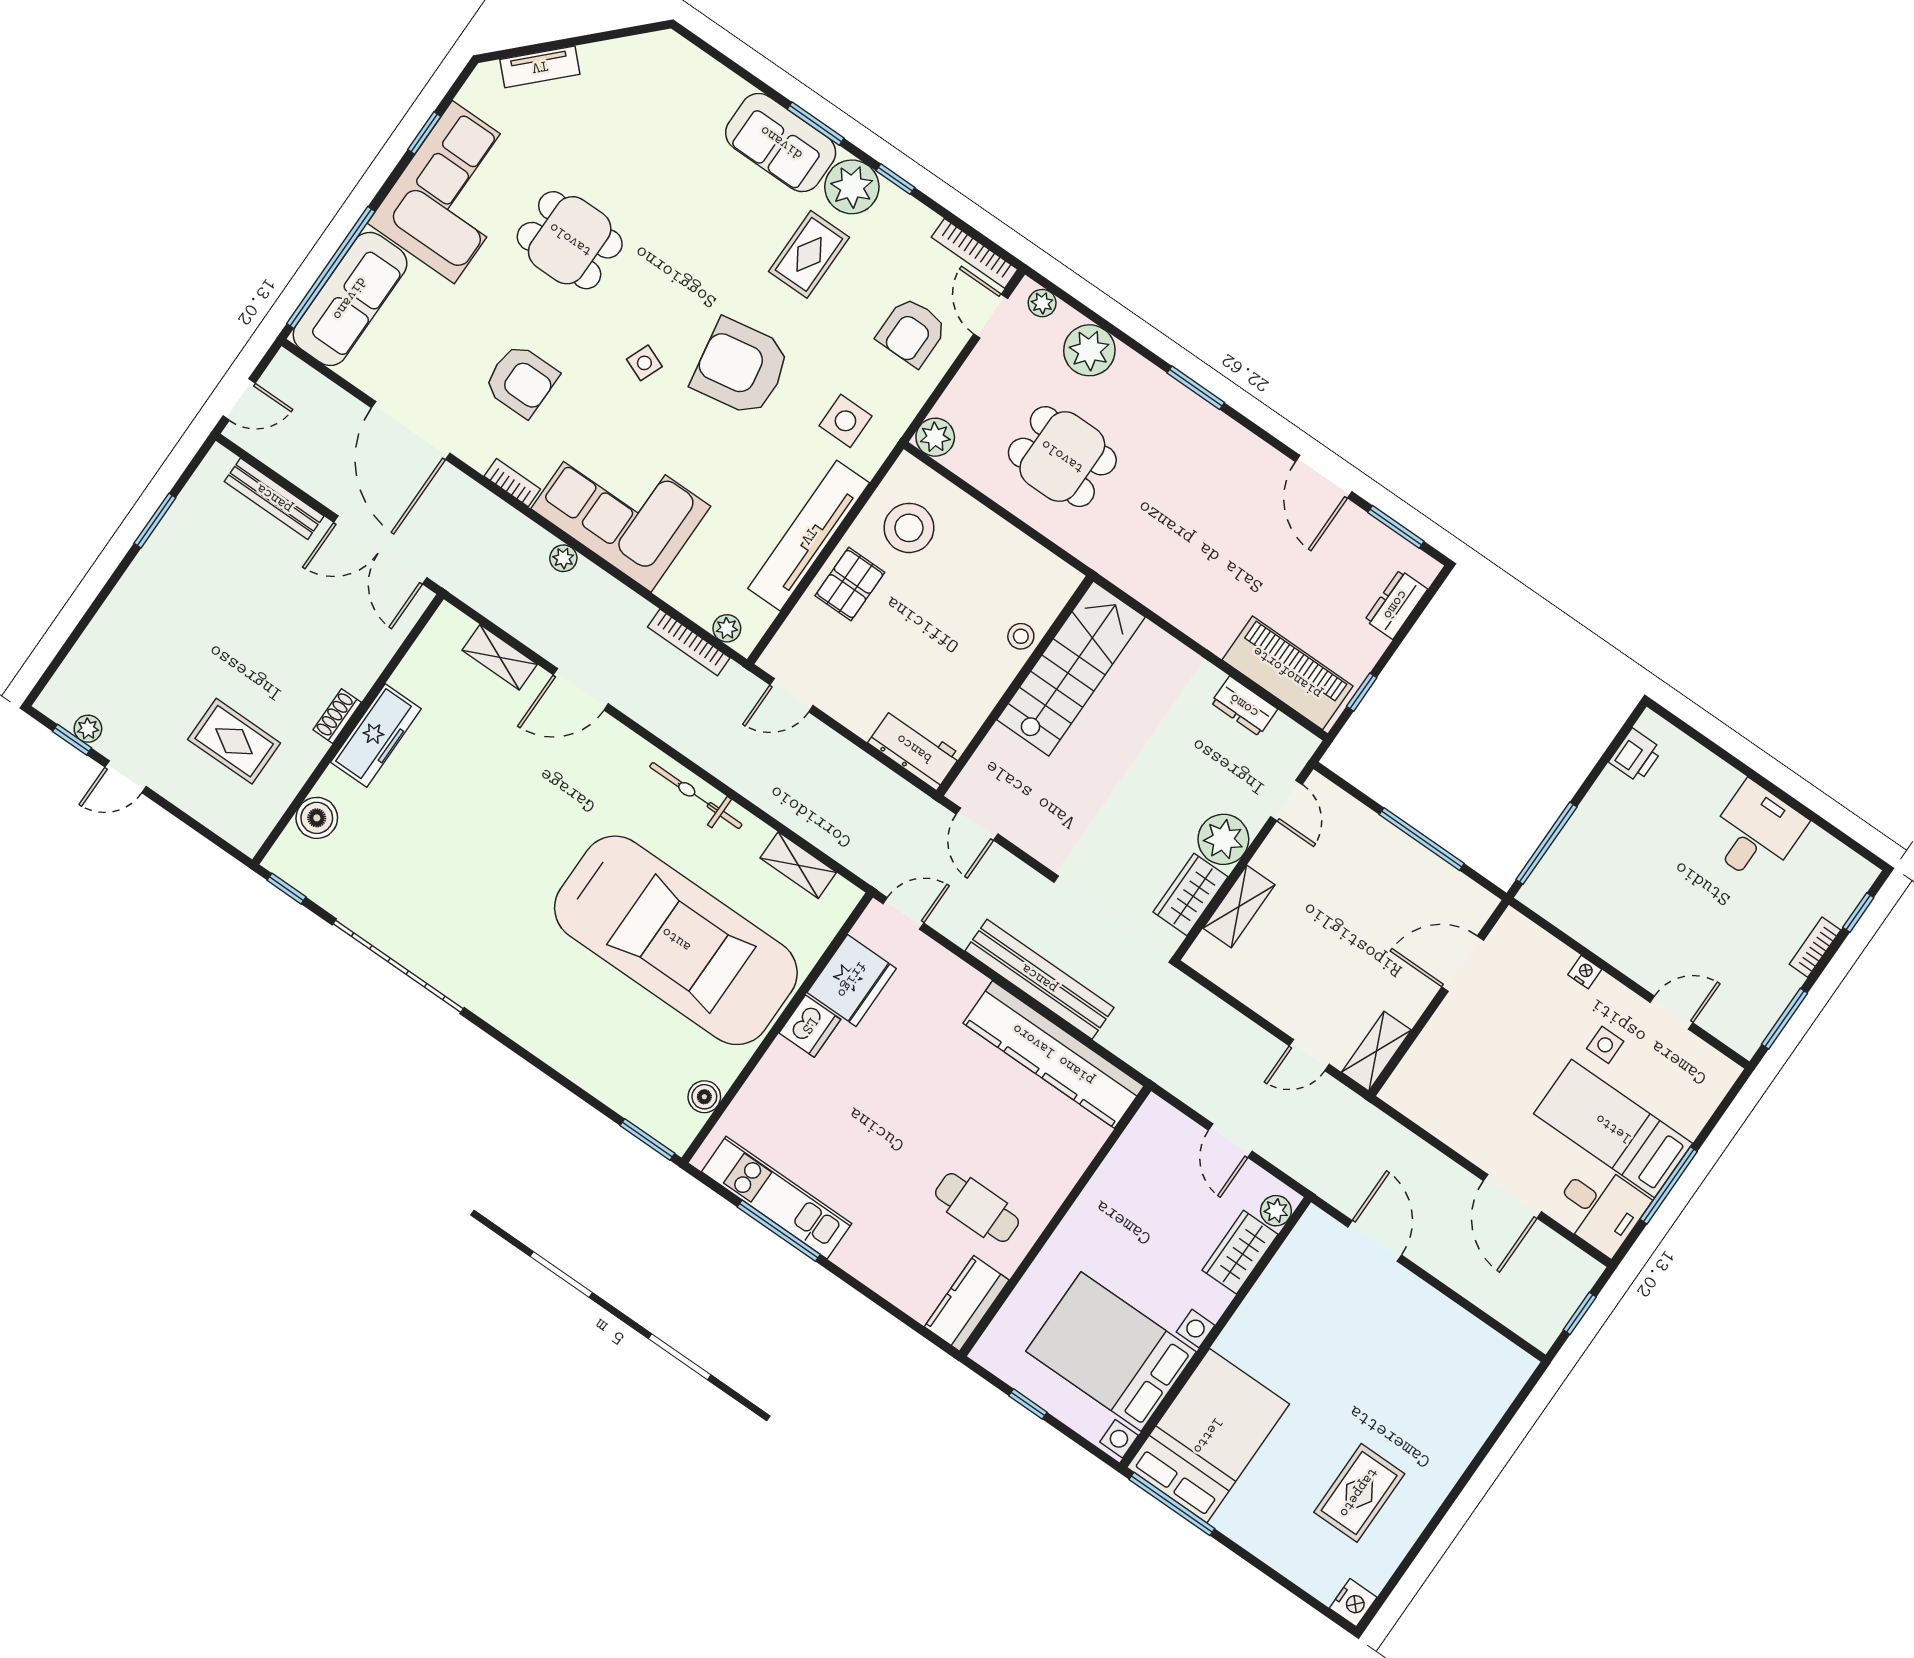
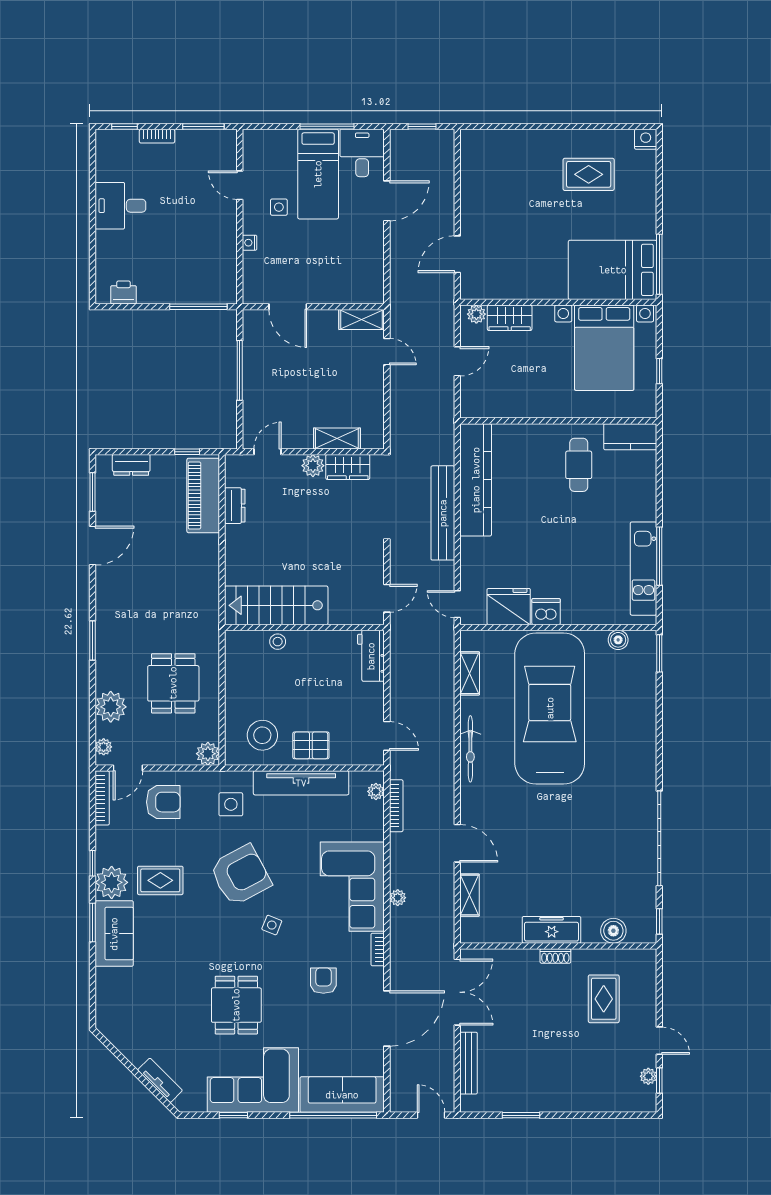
armchair: (741, 367) -> (240, 875), turned -108
armchair: (521, 381) -> (323, 981), width x0.72, depth x0.72
plant: (1223, 839) -> (313, 466), width x0.73, depth x0.73

